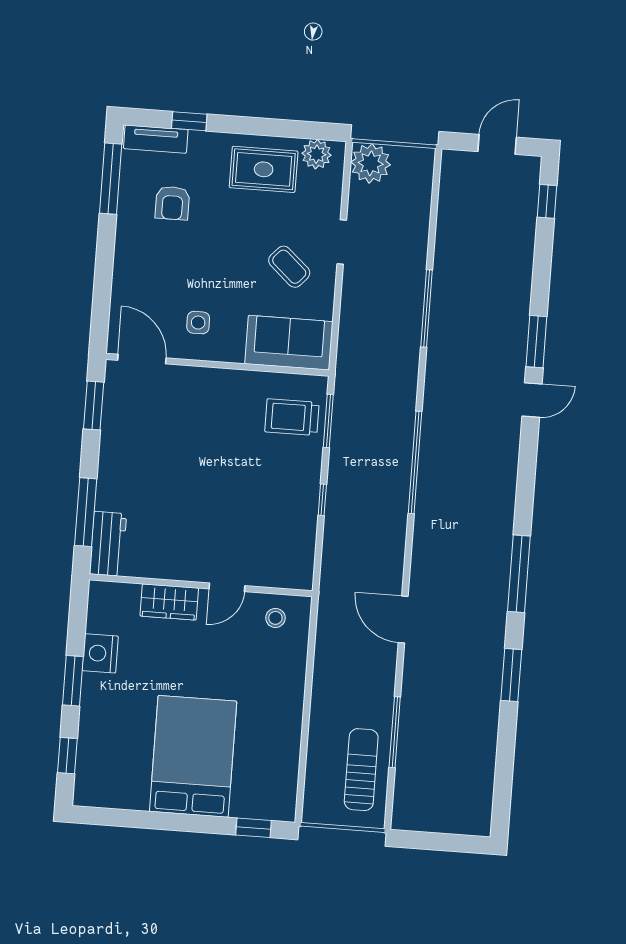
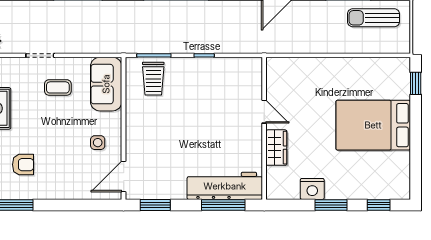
coffee table: (289, 267) -> (58, 87), turned 48
workbench: (108, 544) -> (225, 186), width x1.88, depth x1.32
stool: (275, 618) -> (281, 79), removed

